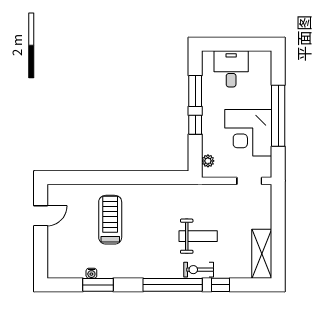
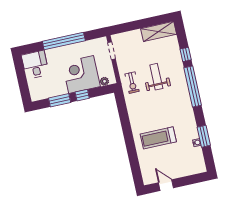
desk: (231, 69) -> (35, 65), moved, turned 90
corner desk: (248, 133) -> (81, 74), moved, turned 180
exercise bike: (199, 270) -> (132, 83), moved

